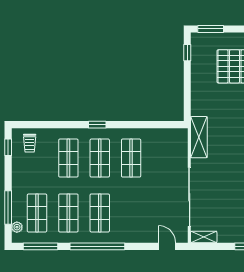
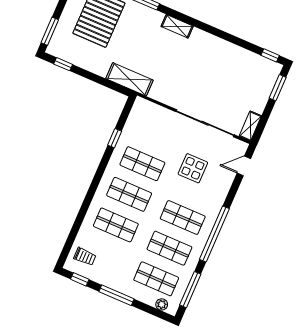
window: (97, 125) -> (115, 138), moved
shelving: (199, 137) -> (130, 79), moved
display table: (146, 203) -> (193, 168), added
window: (8, 208) -> (116, 295), moved

